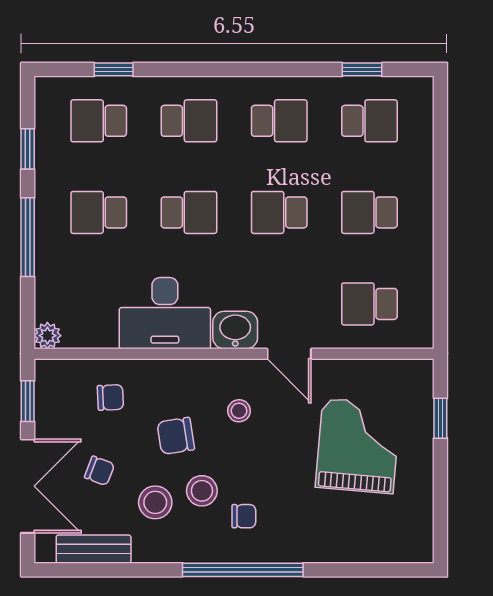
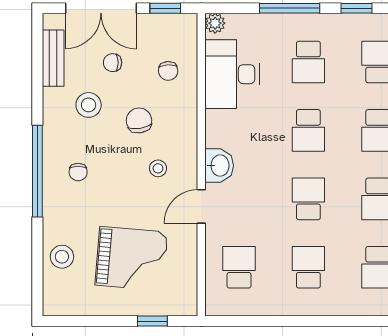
school desk: (99, 212) -> (308, 62), turned 180
desk: (165, 313) -> (232, 74), moved
chair: (99, 471) -> (113, 63), turned 69
stool: (202, 491) -> (62, 257), moved

